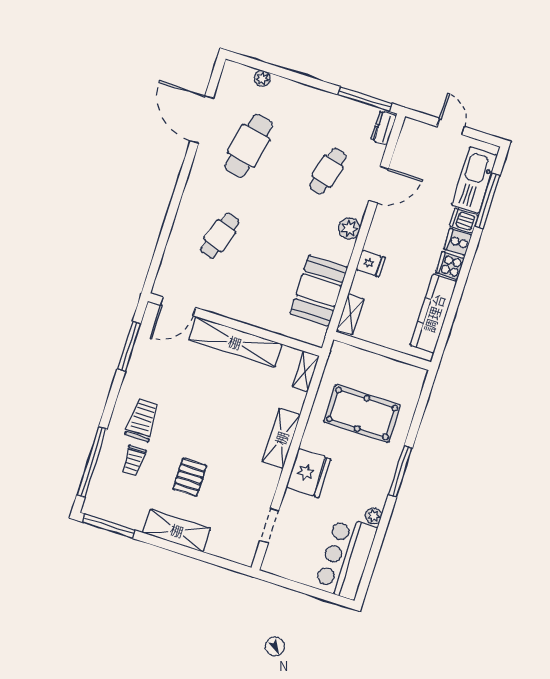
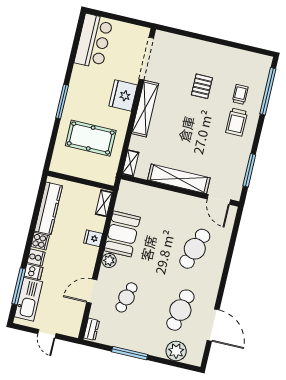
plant: (262, 79) -> (176, 351), width x1.87, depth x1.87
window: (365, 99) -> (130, 353), moved
cafe table: (220, 236) -> (195, 249), width x1.37, depth x1.35
booth: (319, 291) -> (122, 234), moved
door: (178, 306) -> (219, 199), swing flipped
shelving: (281, 438) -> (145, 109), width x1.47
plant: (373, 516) -> (78, 70), removed
doorway: (269, 525) -> (146, 59), width x1.88
window: (109, 526) -> (253, 49), removed
shelving: (177, 530) -> (208, 50), removed

